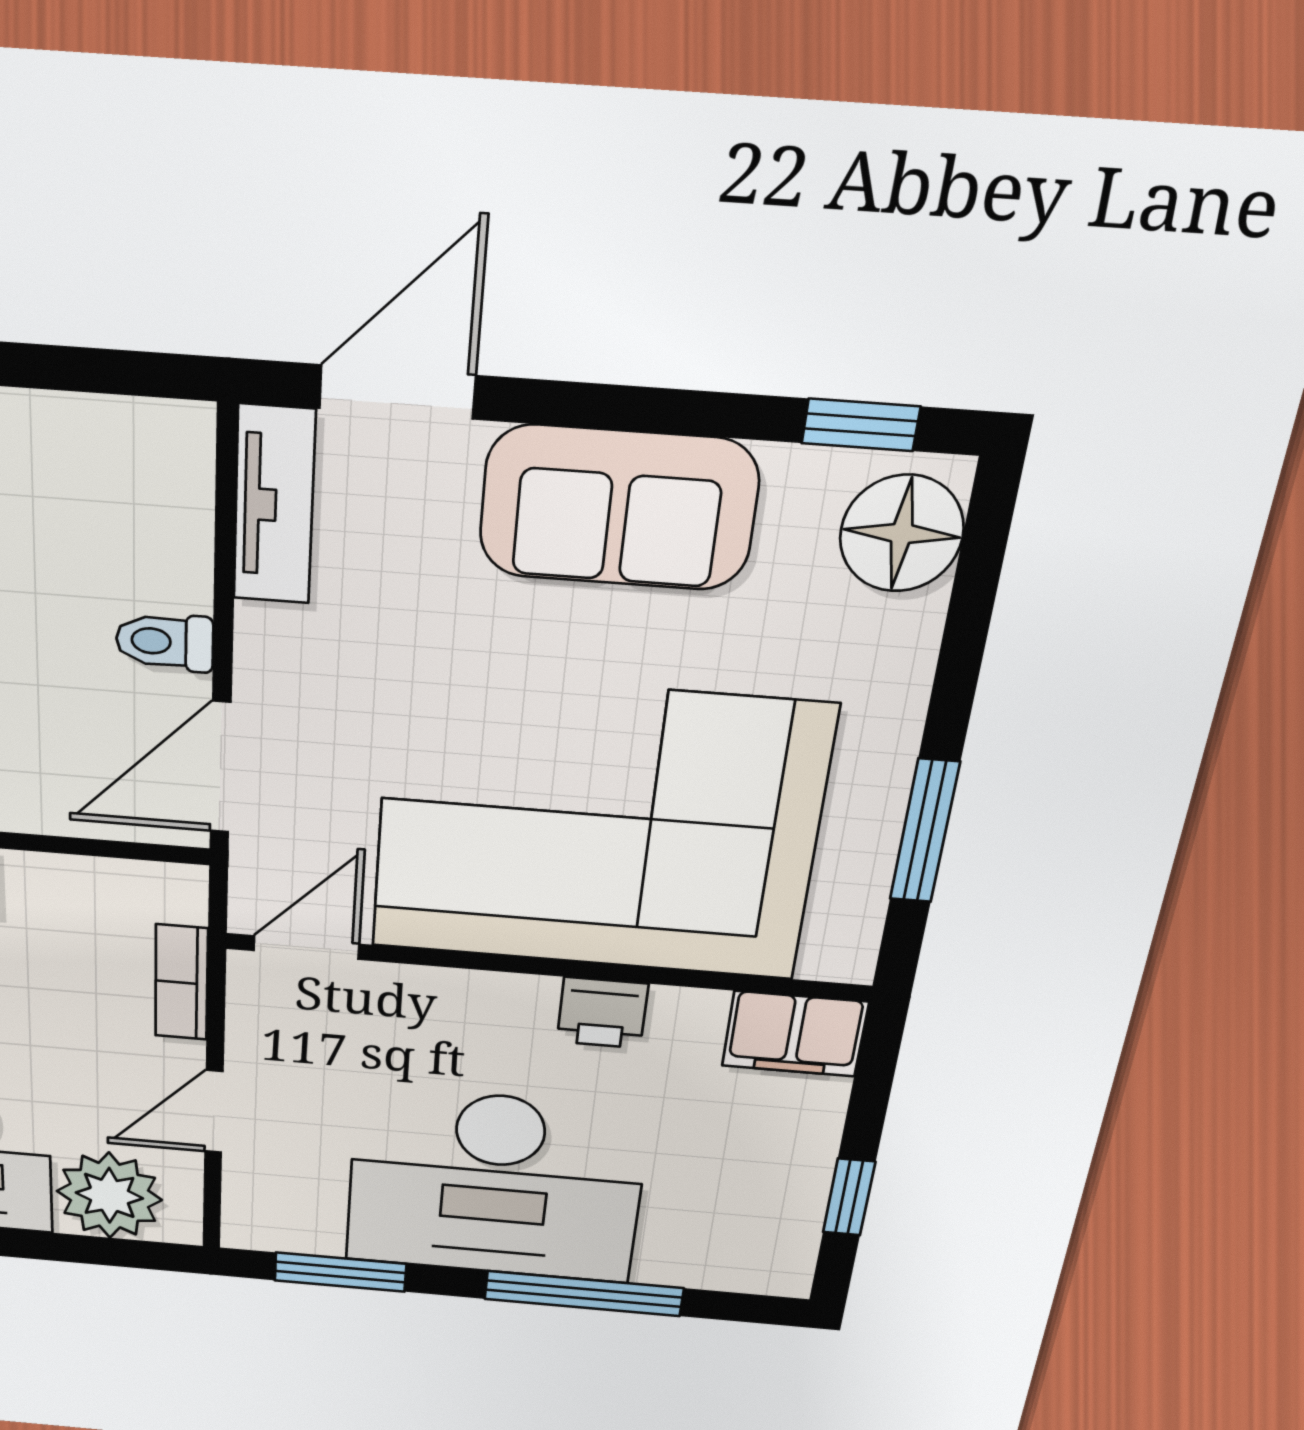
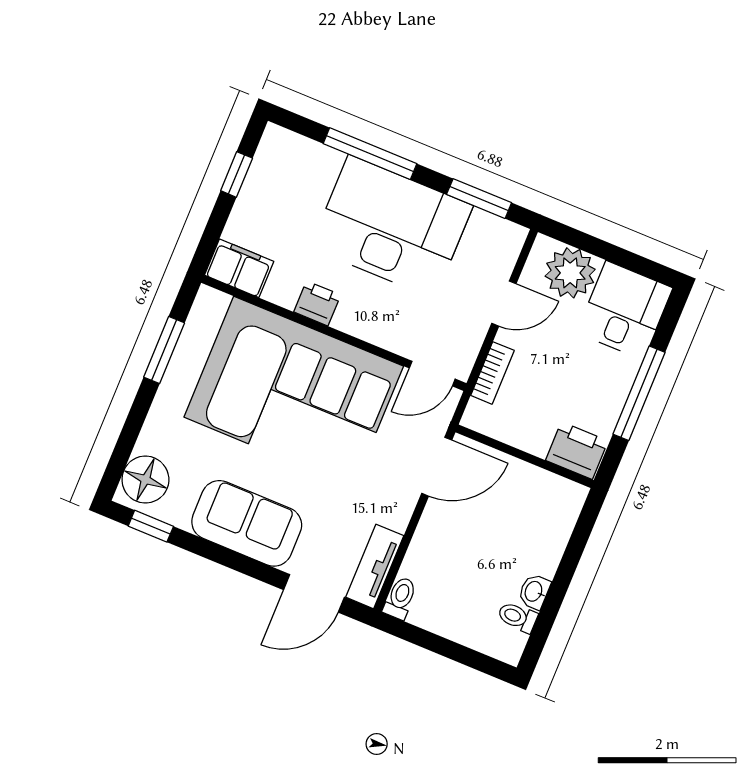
toilet: (165, 642) -> (400, 598), moved, turned -90

